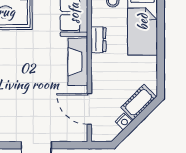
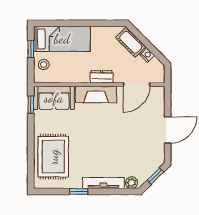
dresser: (98, 40) -> (102, 77), moved

